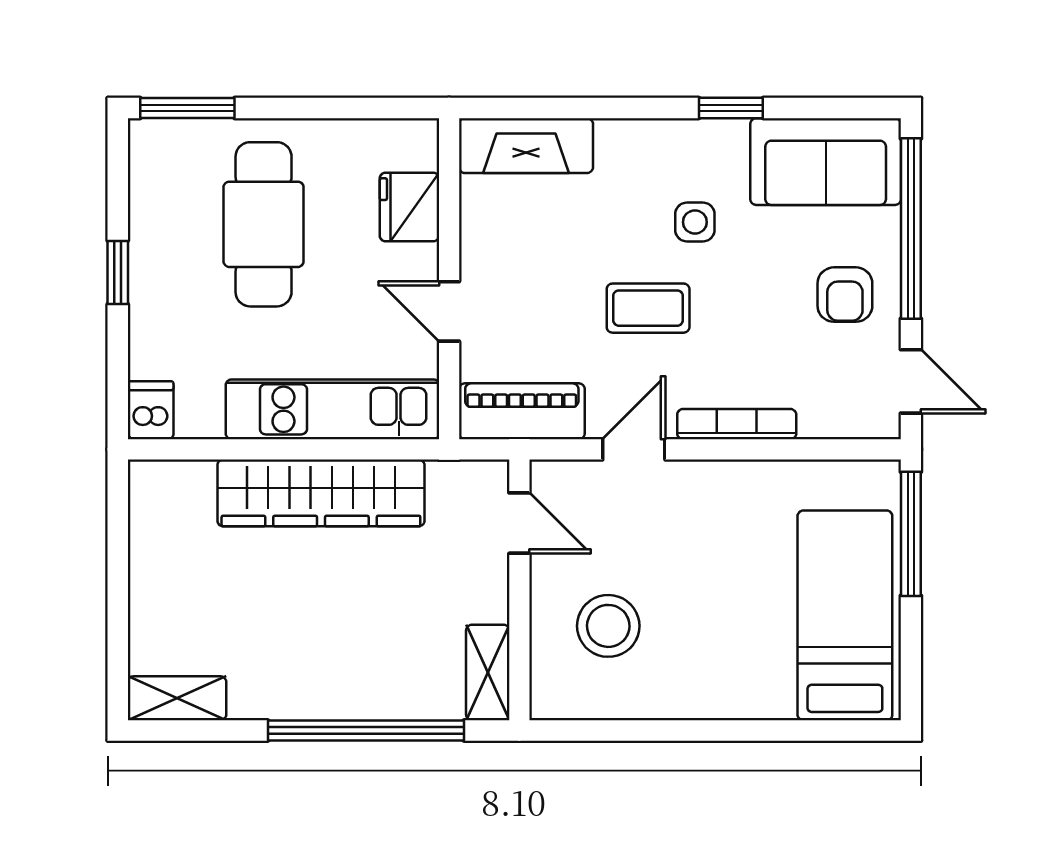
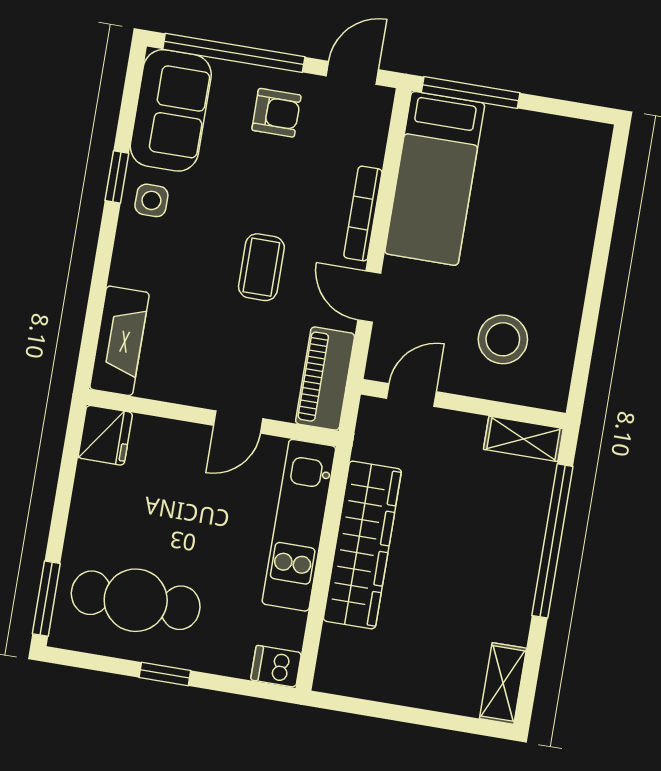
fridge: (409, 207) -> (105, 435), moved, turned -90
side table: (695, 222) -> (151, 200), moved
cafe table: (264, 224) -> (136, 600), moved
bed: (845, 615) -> (435, 178), moved, turned -90

